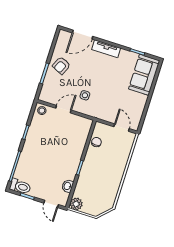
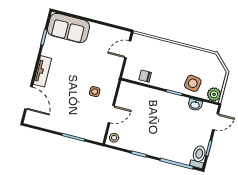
armchair: (61, 65) -> (64, 119), removed
door: (63, 109) -> (111, 114), swing flipped
side table: (87, 185) -> (193, 83), added

